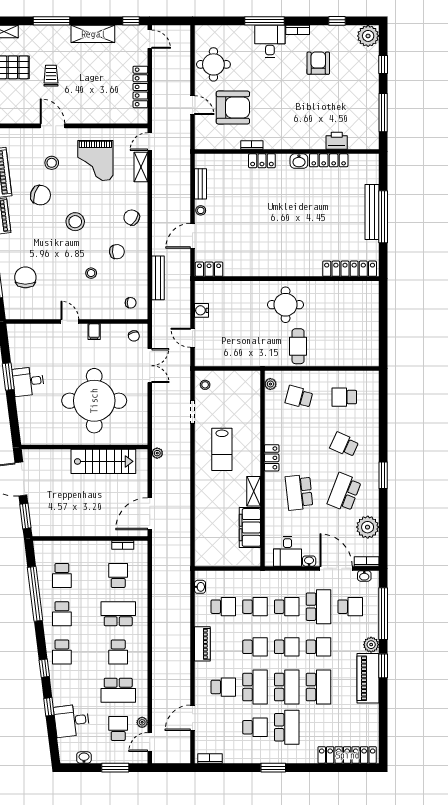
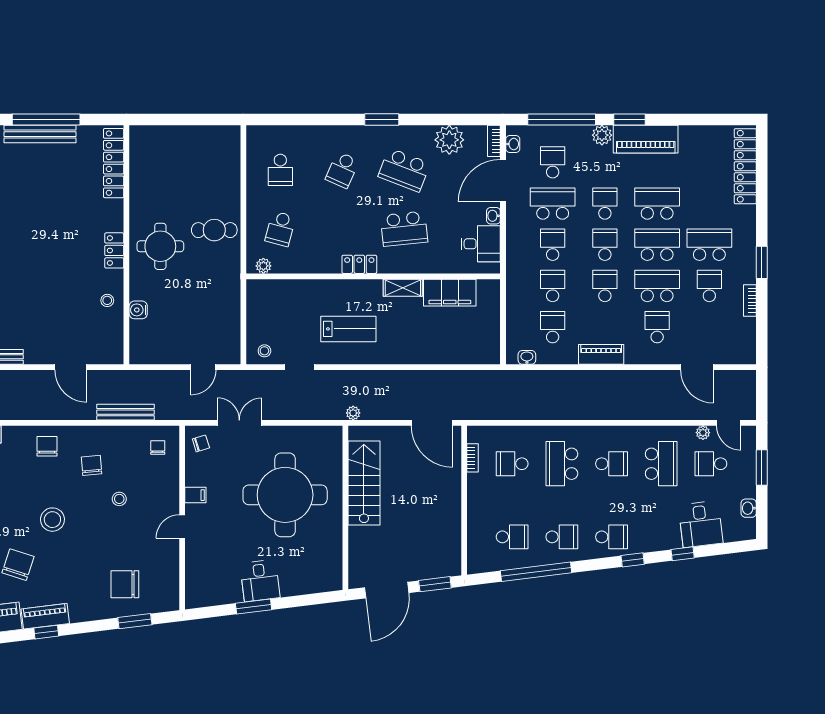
stool: (201, 210) -> (107, 300), moved
chair: (132, 217) -> (47, 446), turned 148
locker: (209, 269) -> (114, 250), moved
water cooler: (202, 310) -> (138, 310), moved, turned 90
bookcase: (210, 758) -> (750, 300), moved

